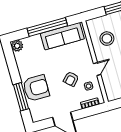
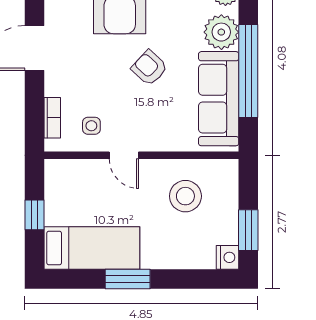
plant: (34, 43) -> (221, 32), added
armchair: (71, 79) -> (149, 68), moved

